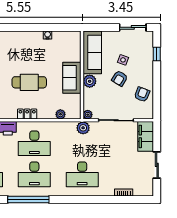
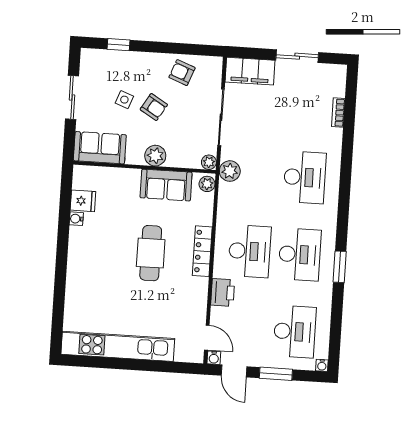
sliding door: (133, 27) -> (72, 97), moved
fridge: (59, 38) -> (83, 201), added
sofa: (92, 52) -> (100, 148), width x0.73
sofa: (72, 78) -> (166, 185), moved
locker: (27, 114) -> (202, 251), width x1.53
plant: (60, 114) -> (207, 184), moved
window: (28, 200) -> (340, 267), width x0.47

